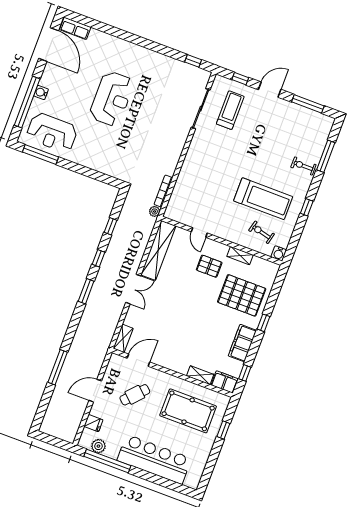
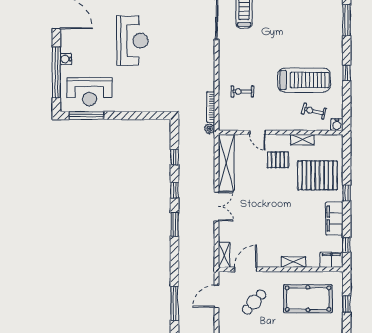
exercise bike: (303, 166) -> (242, 92), moved
shelving: (200, 375) -> (293, 262), moved
door: (95, 391) -> (217, 296), moved

